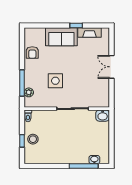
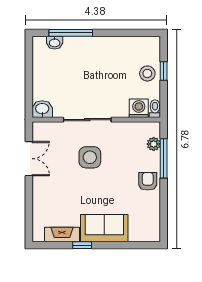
armchair: (32, 52) -> (148, 181), moved
double door: (111, 67) -> (29, 159), moved
side table: (55, 81) -> (90, 157), moved
washing machine: (39, 116) -> (139, 108), added

